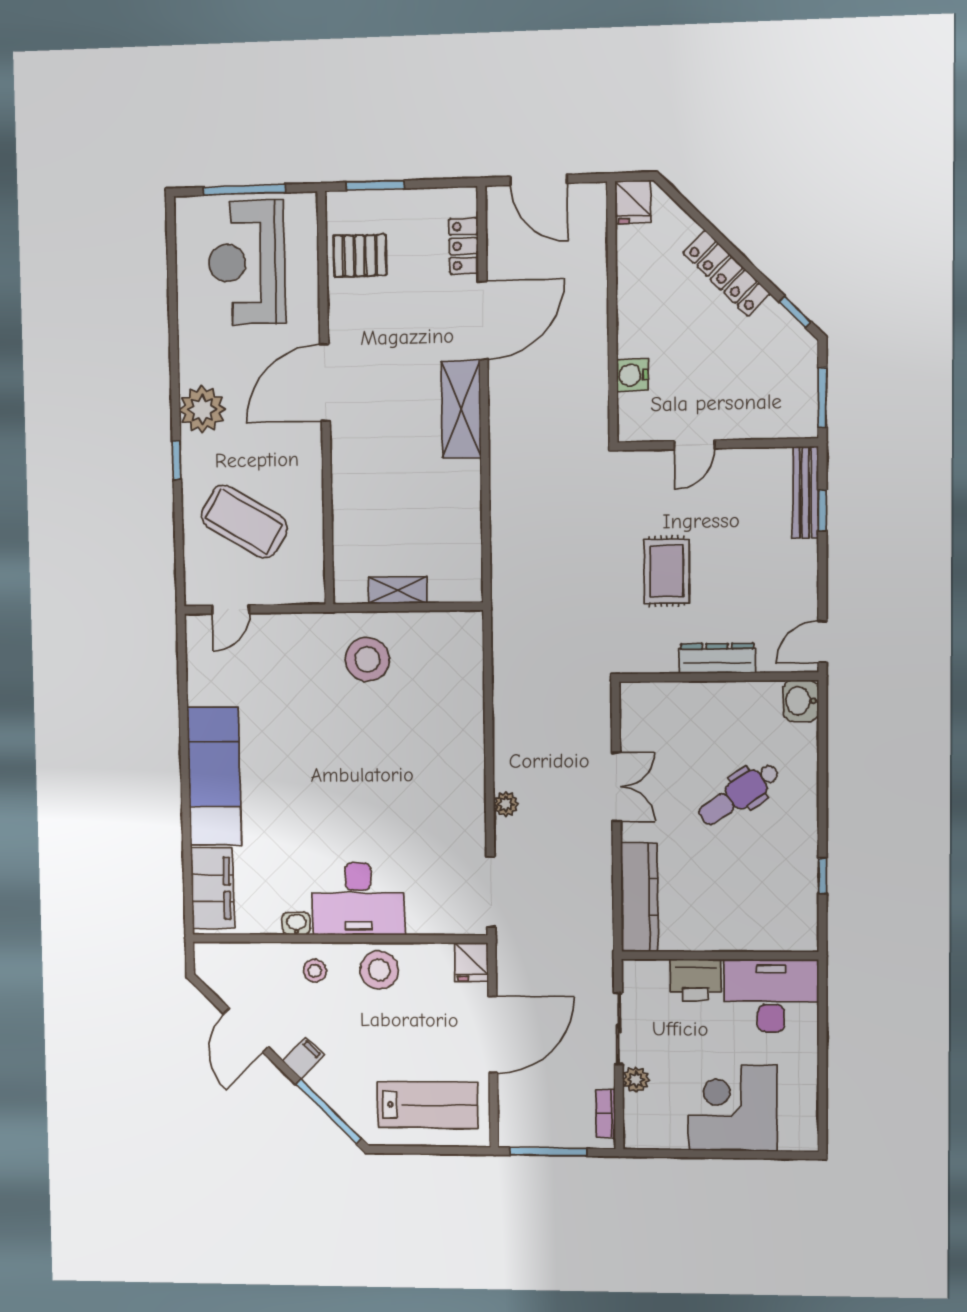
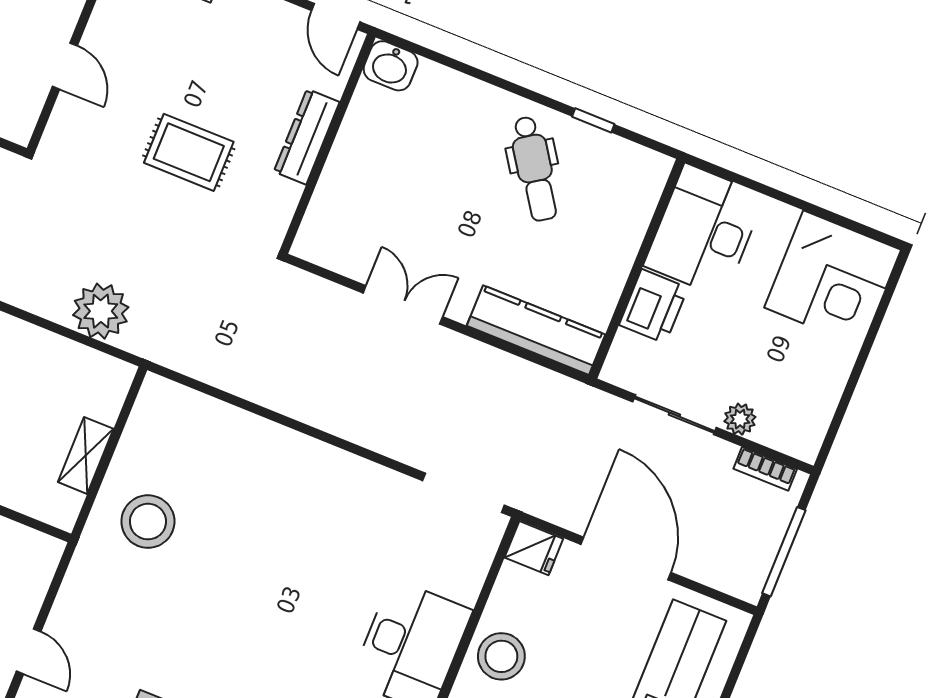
dental chair: (739, 794) -> (534, 169), moved
plant: (506, 804) -> (101, 311), moved, width x1.87, depth x1.87
corner desk: (733, 1108) -> (833, 279), moved, turned -90

